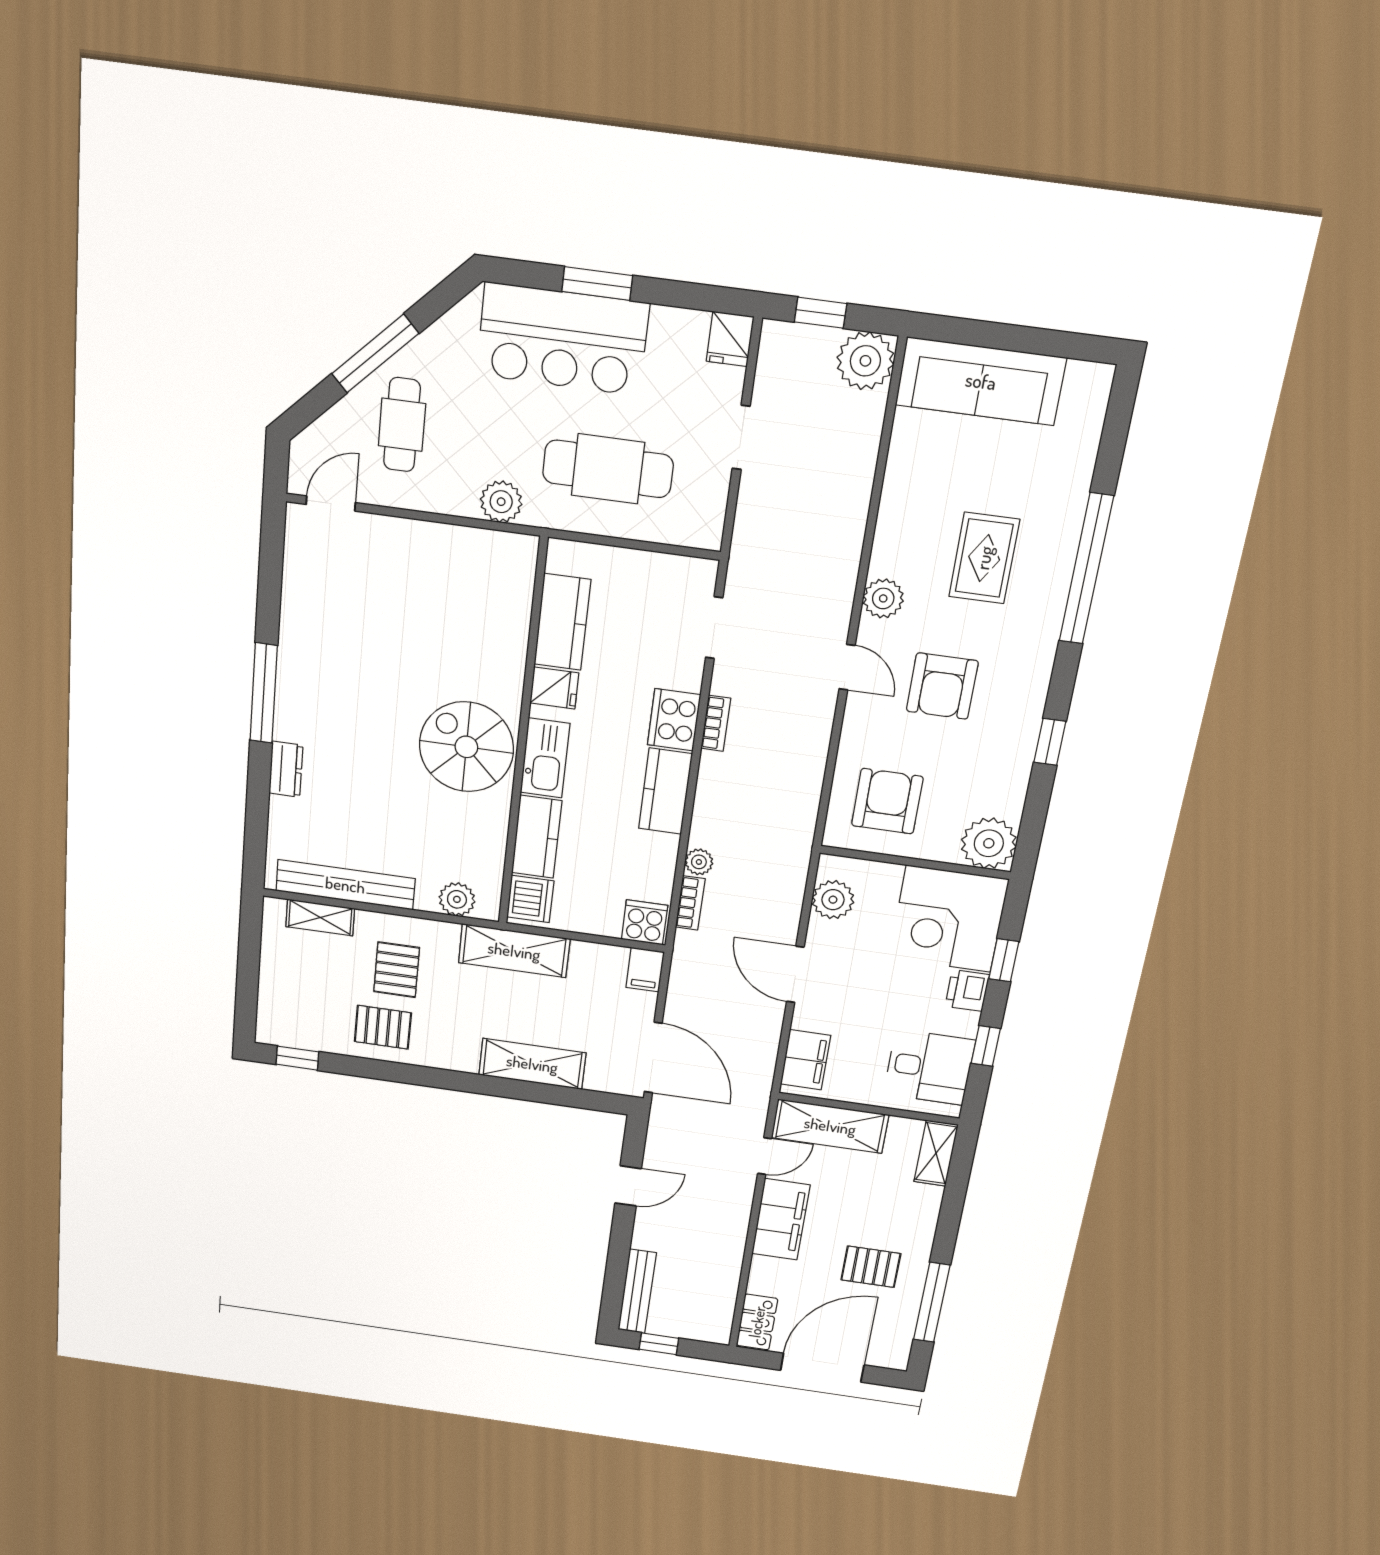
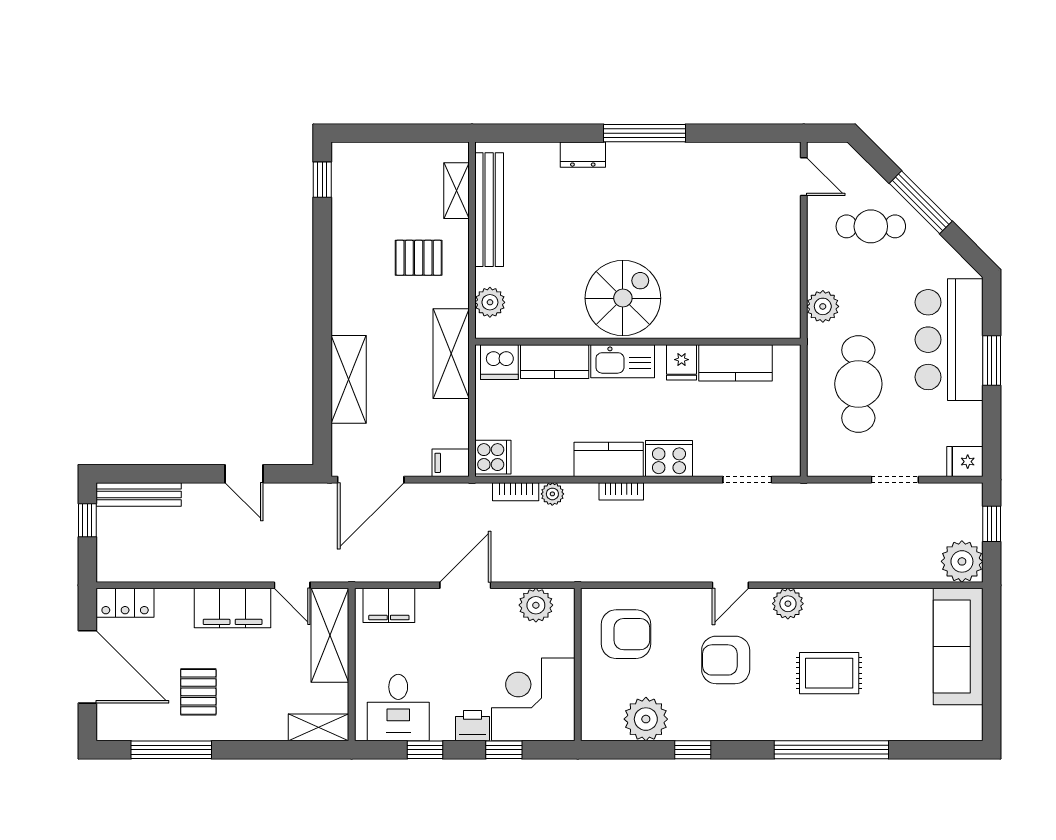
bookcase: (716, 723) -> (621, 491), moved
plant: (989, 843) -> (646, 719), moved
pallet: (383, 1027) -> (363, 250), removed

